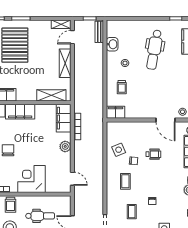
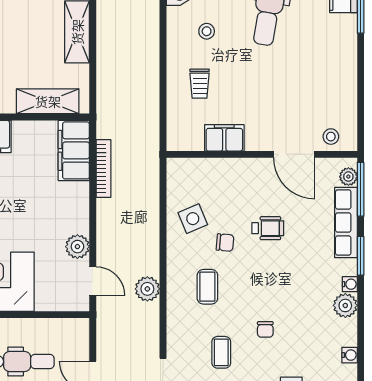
filing cabinet: (116, 112) -> (224, 138), moved
plant: (65, 146) -> (77, 247), moved
plant: (98, 182) -> (147, 289), added

